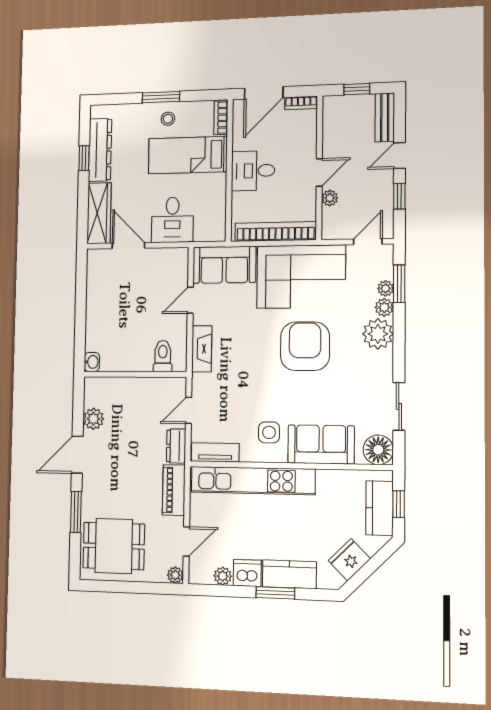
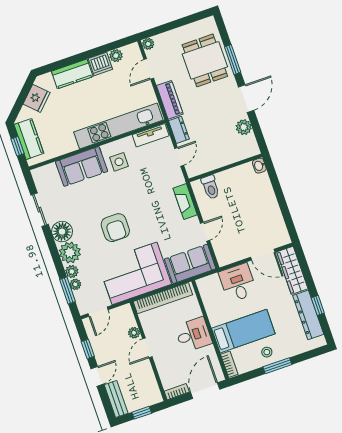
armchair: (305, 346) -> (115, 228), width x0.73, depth x0.73
floor lamp: (378, 450) -> (62, 232), moved
dining table: (114, 546) -> (205, 60), moved, turned 90
window: (275, 593) -> (77, 58), removed

